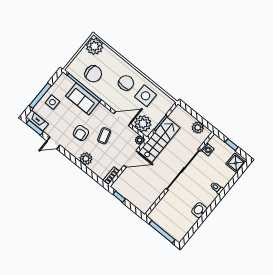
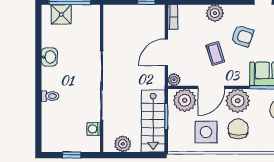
chair: (126, 83) -> (238, 129), turned 180
plant: (113, 99) -> (238, 101), added
armchair: (81, 133) -> (242, 36), turned 116
stairs: (159, 140) -> (153, 121), moved
shower: (236, 163) -> (61, 14), moved

